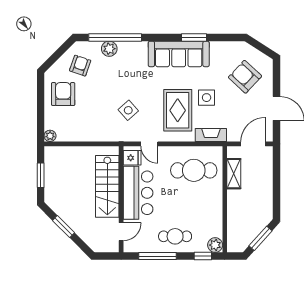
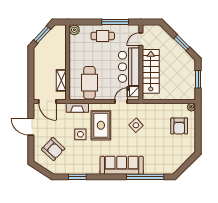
window: (194, 37) -> (77, 177), moved
plant: (109, 49) -> (149, 169), removed
sofa: (179, 54) -> (122, 165), moved
armchair: (80, 66) -> (170, 157), removed
armchair: (63, 94) -> (179, 126), moved
door: (149, 144) -> (121, 101), hinge flipped
door: (253, 144) -> (47, 101), hinge flipped
cafe table: (194, 170) -> (89, 83), turned 90
window: (203, 256) -> (83, 22), removed

